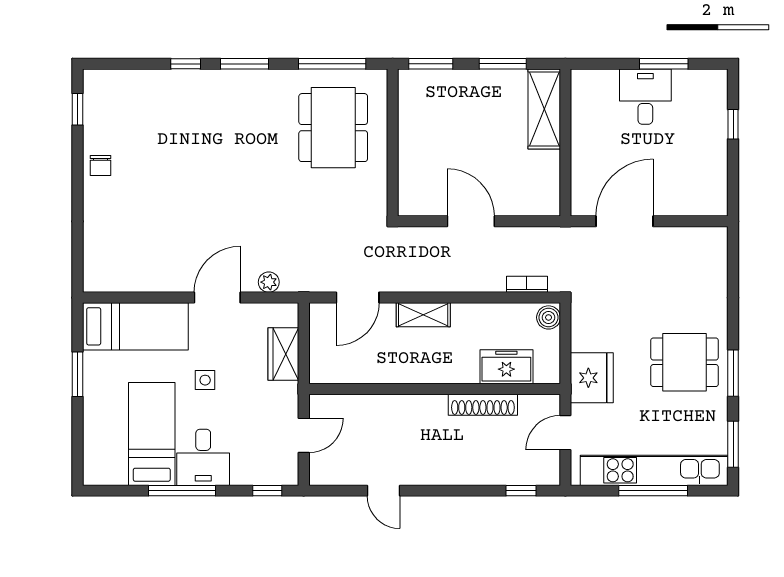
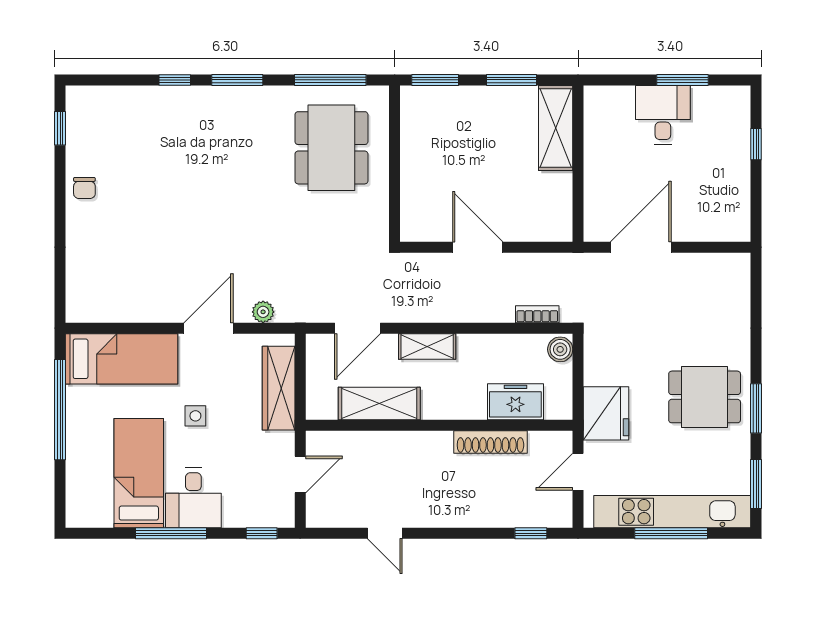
wardrobe: (283, 354) -> (279, 388), width x1.50
shelving: (378, 369) -> (379, 404), added
window: (78, 374) -> (60, 410), width x2.11

